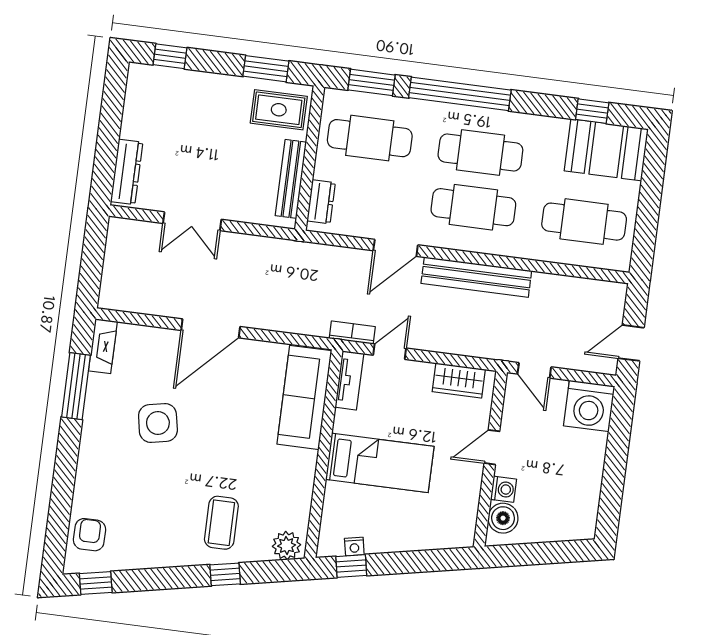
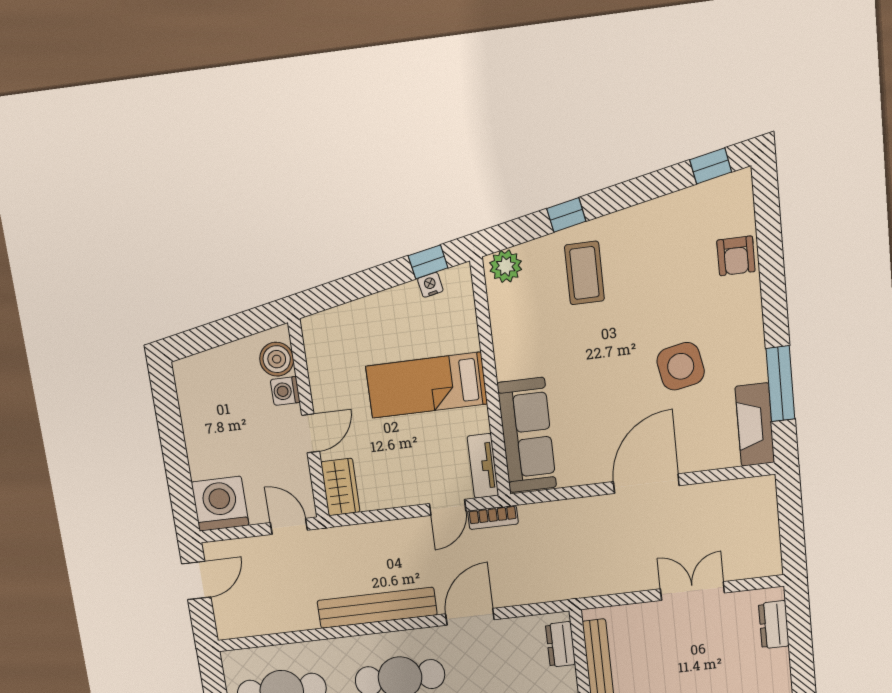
dresser: (127, 172) -> (774, 625), width x0.70
fireplace: (103, 346) -> (755, 425), width x1.37, depth x1.32
wardrobe: (459, 380) -> (340, 487), moved, turned 90
armchair: (89, 535) -> (736, 256), moved

